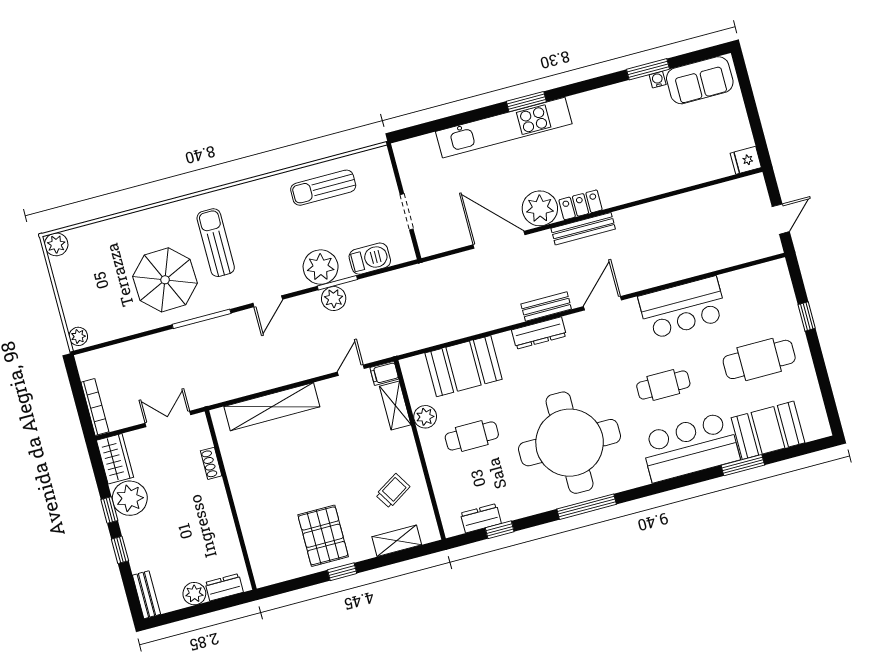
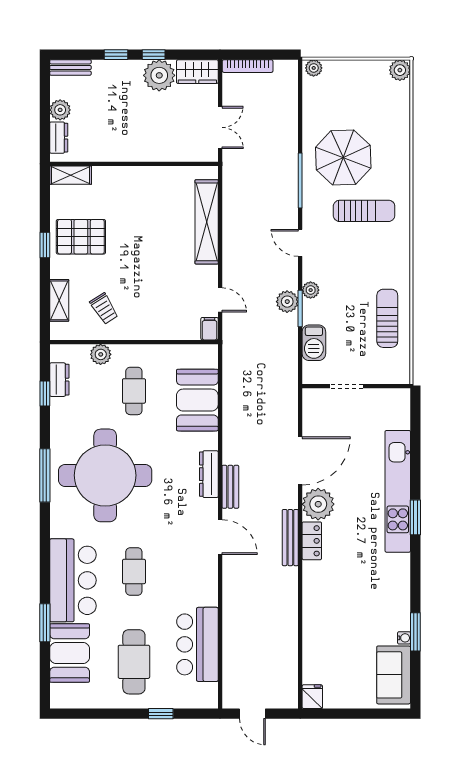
plant: (321, 267) -> (311, 290), width x0.53, depth x0.53
bar counter: (683, 308) -> (197, 644), moved
shelving: (395, 406) -> (71, 175), moved
plant: (425, 417) -> (101, 354), moved
shoe rack: (211, 463) -> (171, 155), removed

